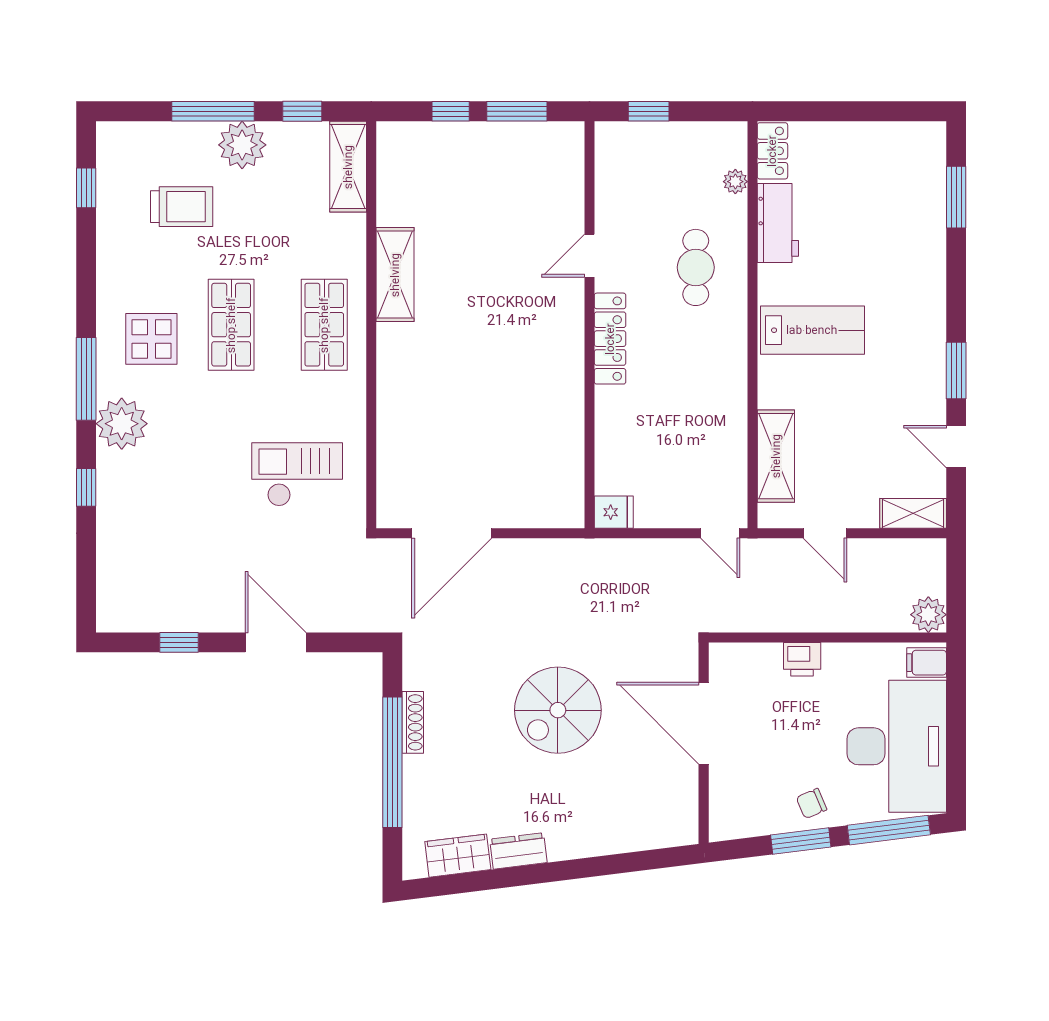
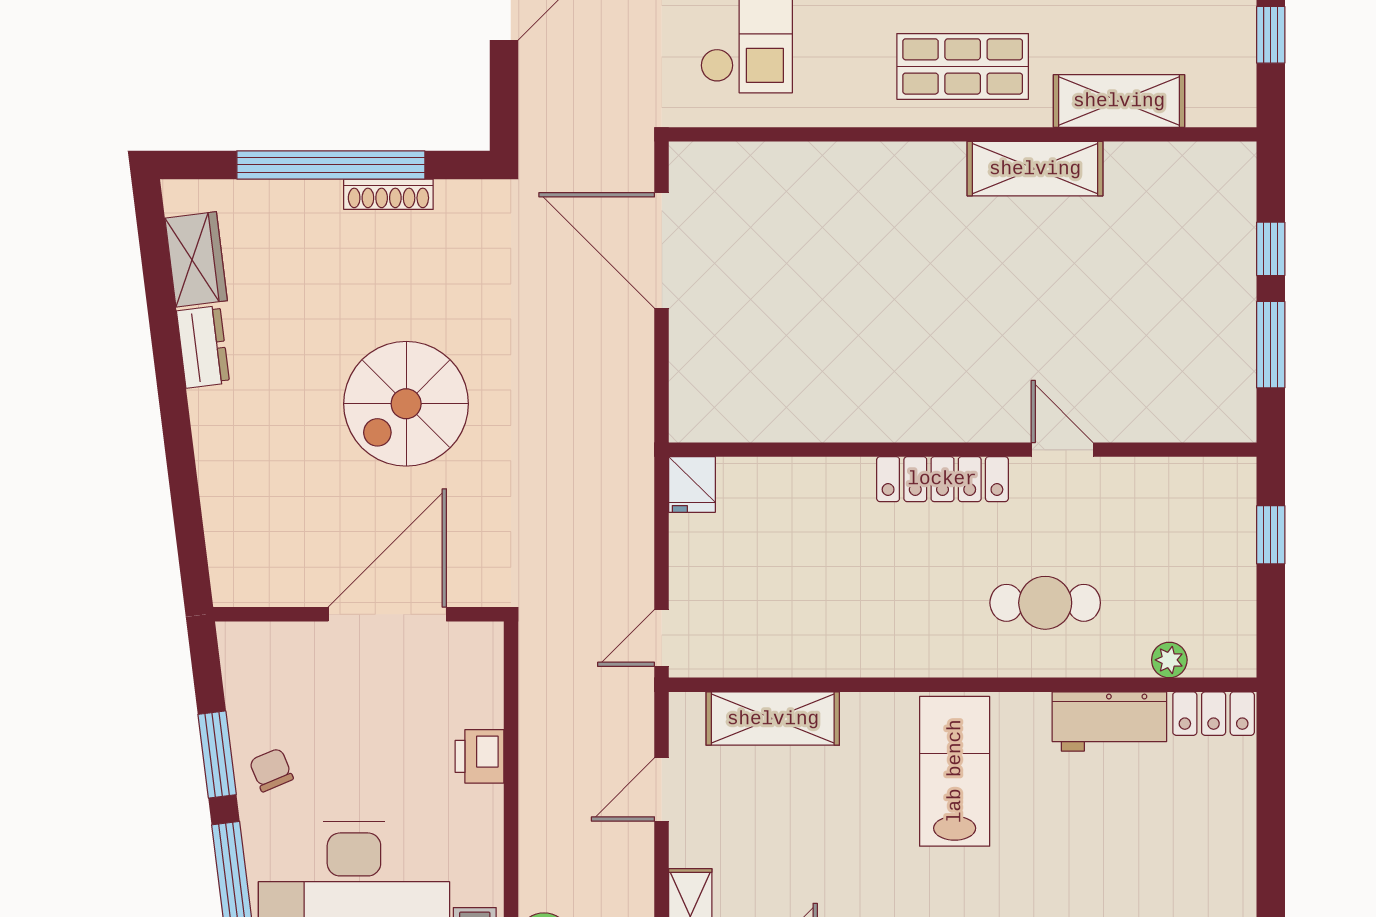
shelving: (348, 167) -> (1119, 101), moved
lab bench: (812, 330) -> (955, 771), turned 180
spiral stairs: (558, 710) -> (406, 404), turned -90

